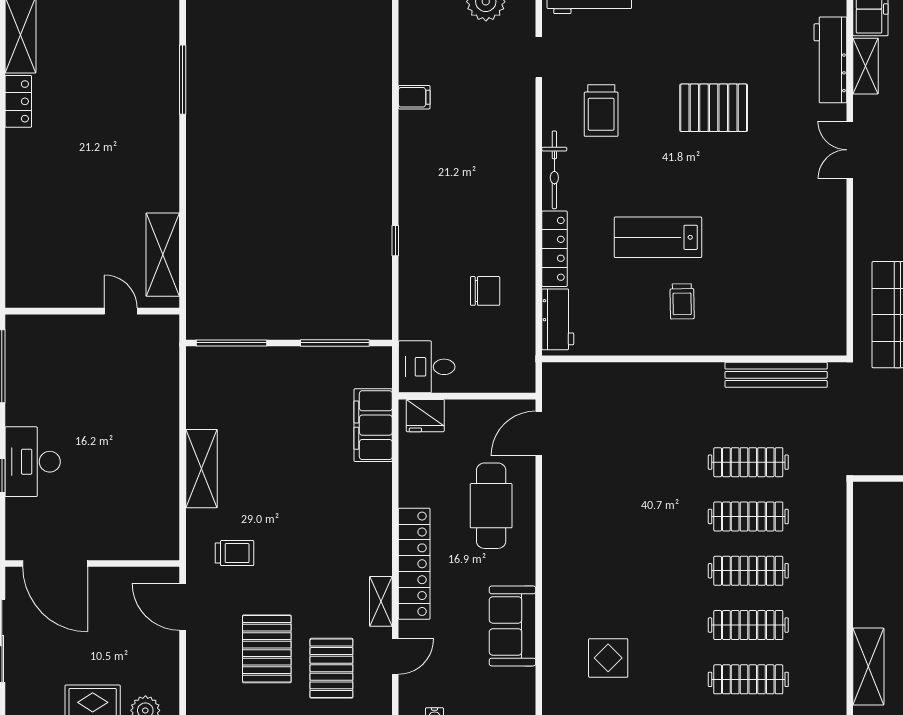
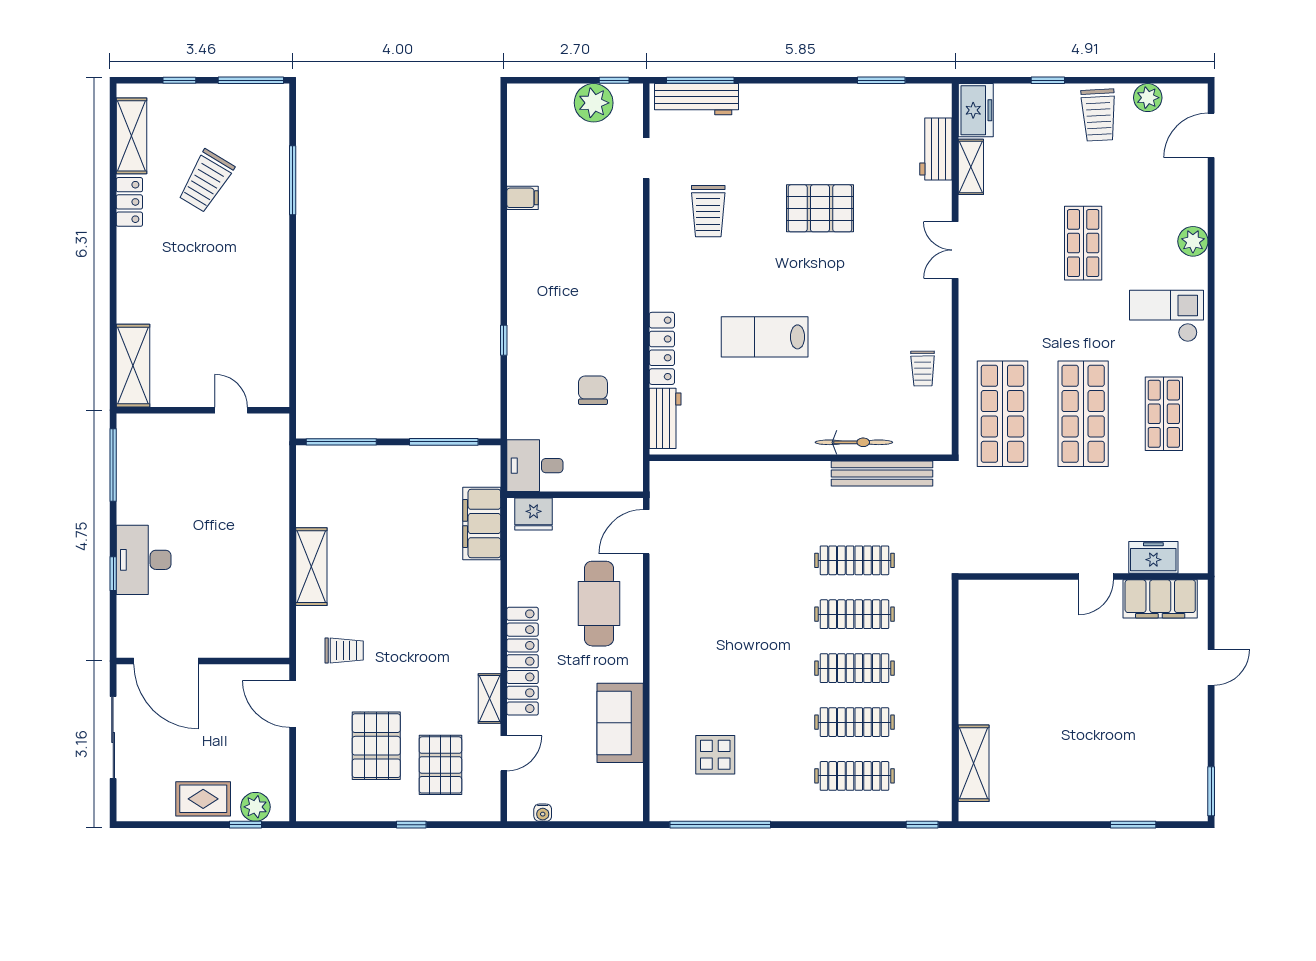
workbench: (830, 60) -> (936, 149), width x0.73
trolley: (95, 80) -> (206, 181), added
bicycle: (554, 170) -> (854, 442), moved, turned -90
shelving: (163, 255) -> (133, 366), moved
chair: (485, 291) -> (593, 390), turned -90
trolley: (682, 301) -> (923, 369), moved

